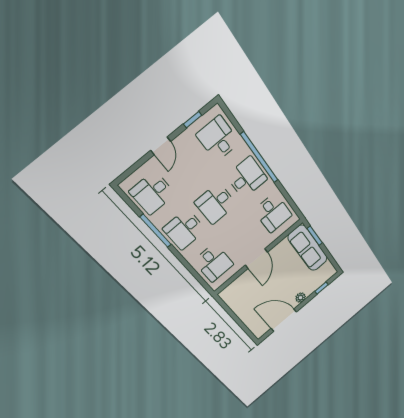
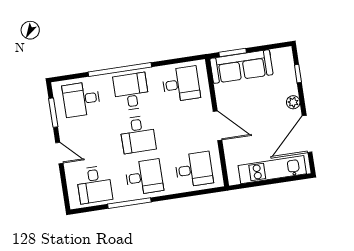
window: (193, 120) -> (53, 113), width x1.50
desk: (184, 229) -> (144, 177), turned -90
kitchen unit: (246, 315) -> (272, 170), added

